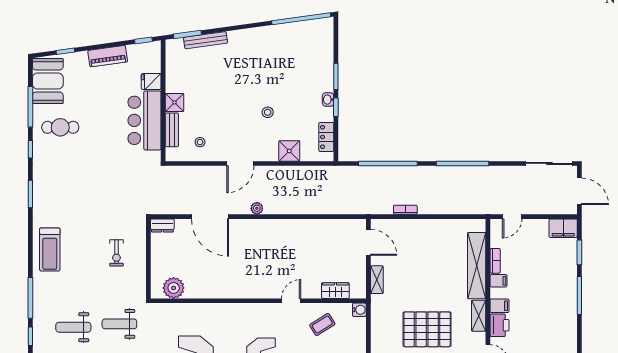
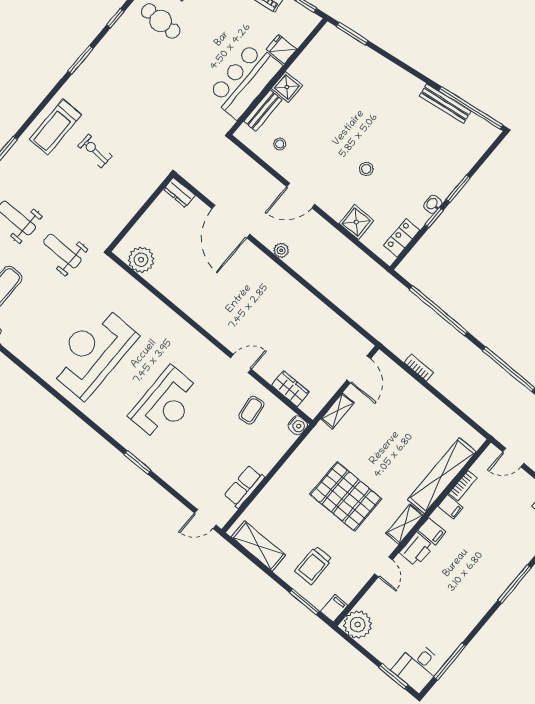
bench: (206, 40) -> (445, 104), moved
exercise bike: (116, 253) -> (95, 151), moved, turned 94
coffee table: (322, 325) -> (251, 410), turned -65

